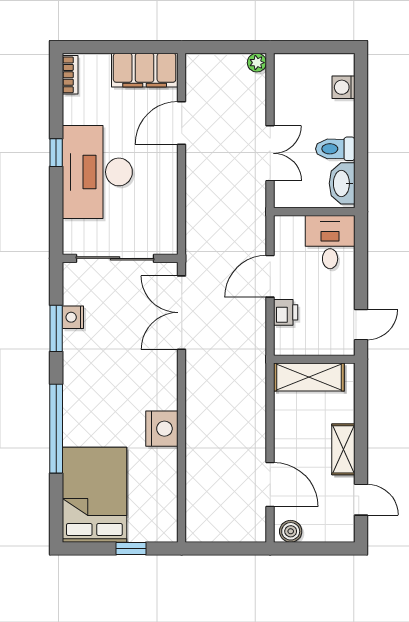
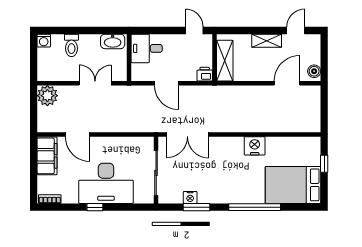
plant: (257, 63) -> (47, 96), width x1.88, depth x1.88
washing machine: (344, 87) -> (44, 41), moved
toilet: (335, 149) -> (71, 45), moved
printer: (286, 312) -> (205, 74), moved

